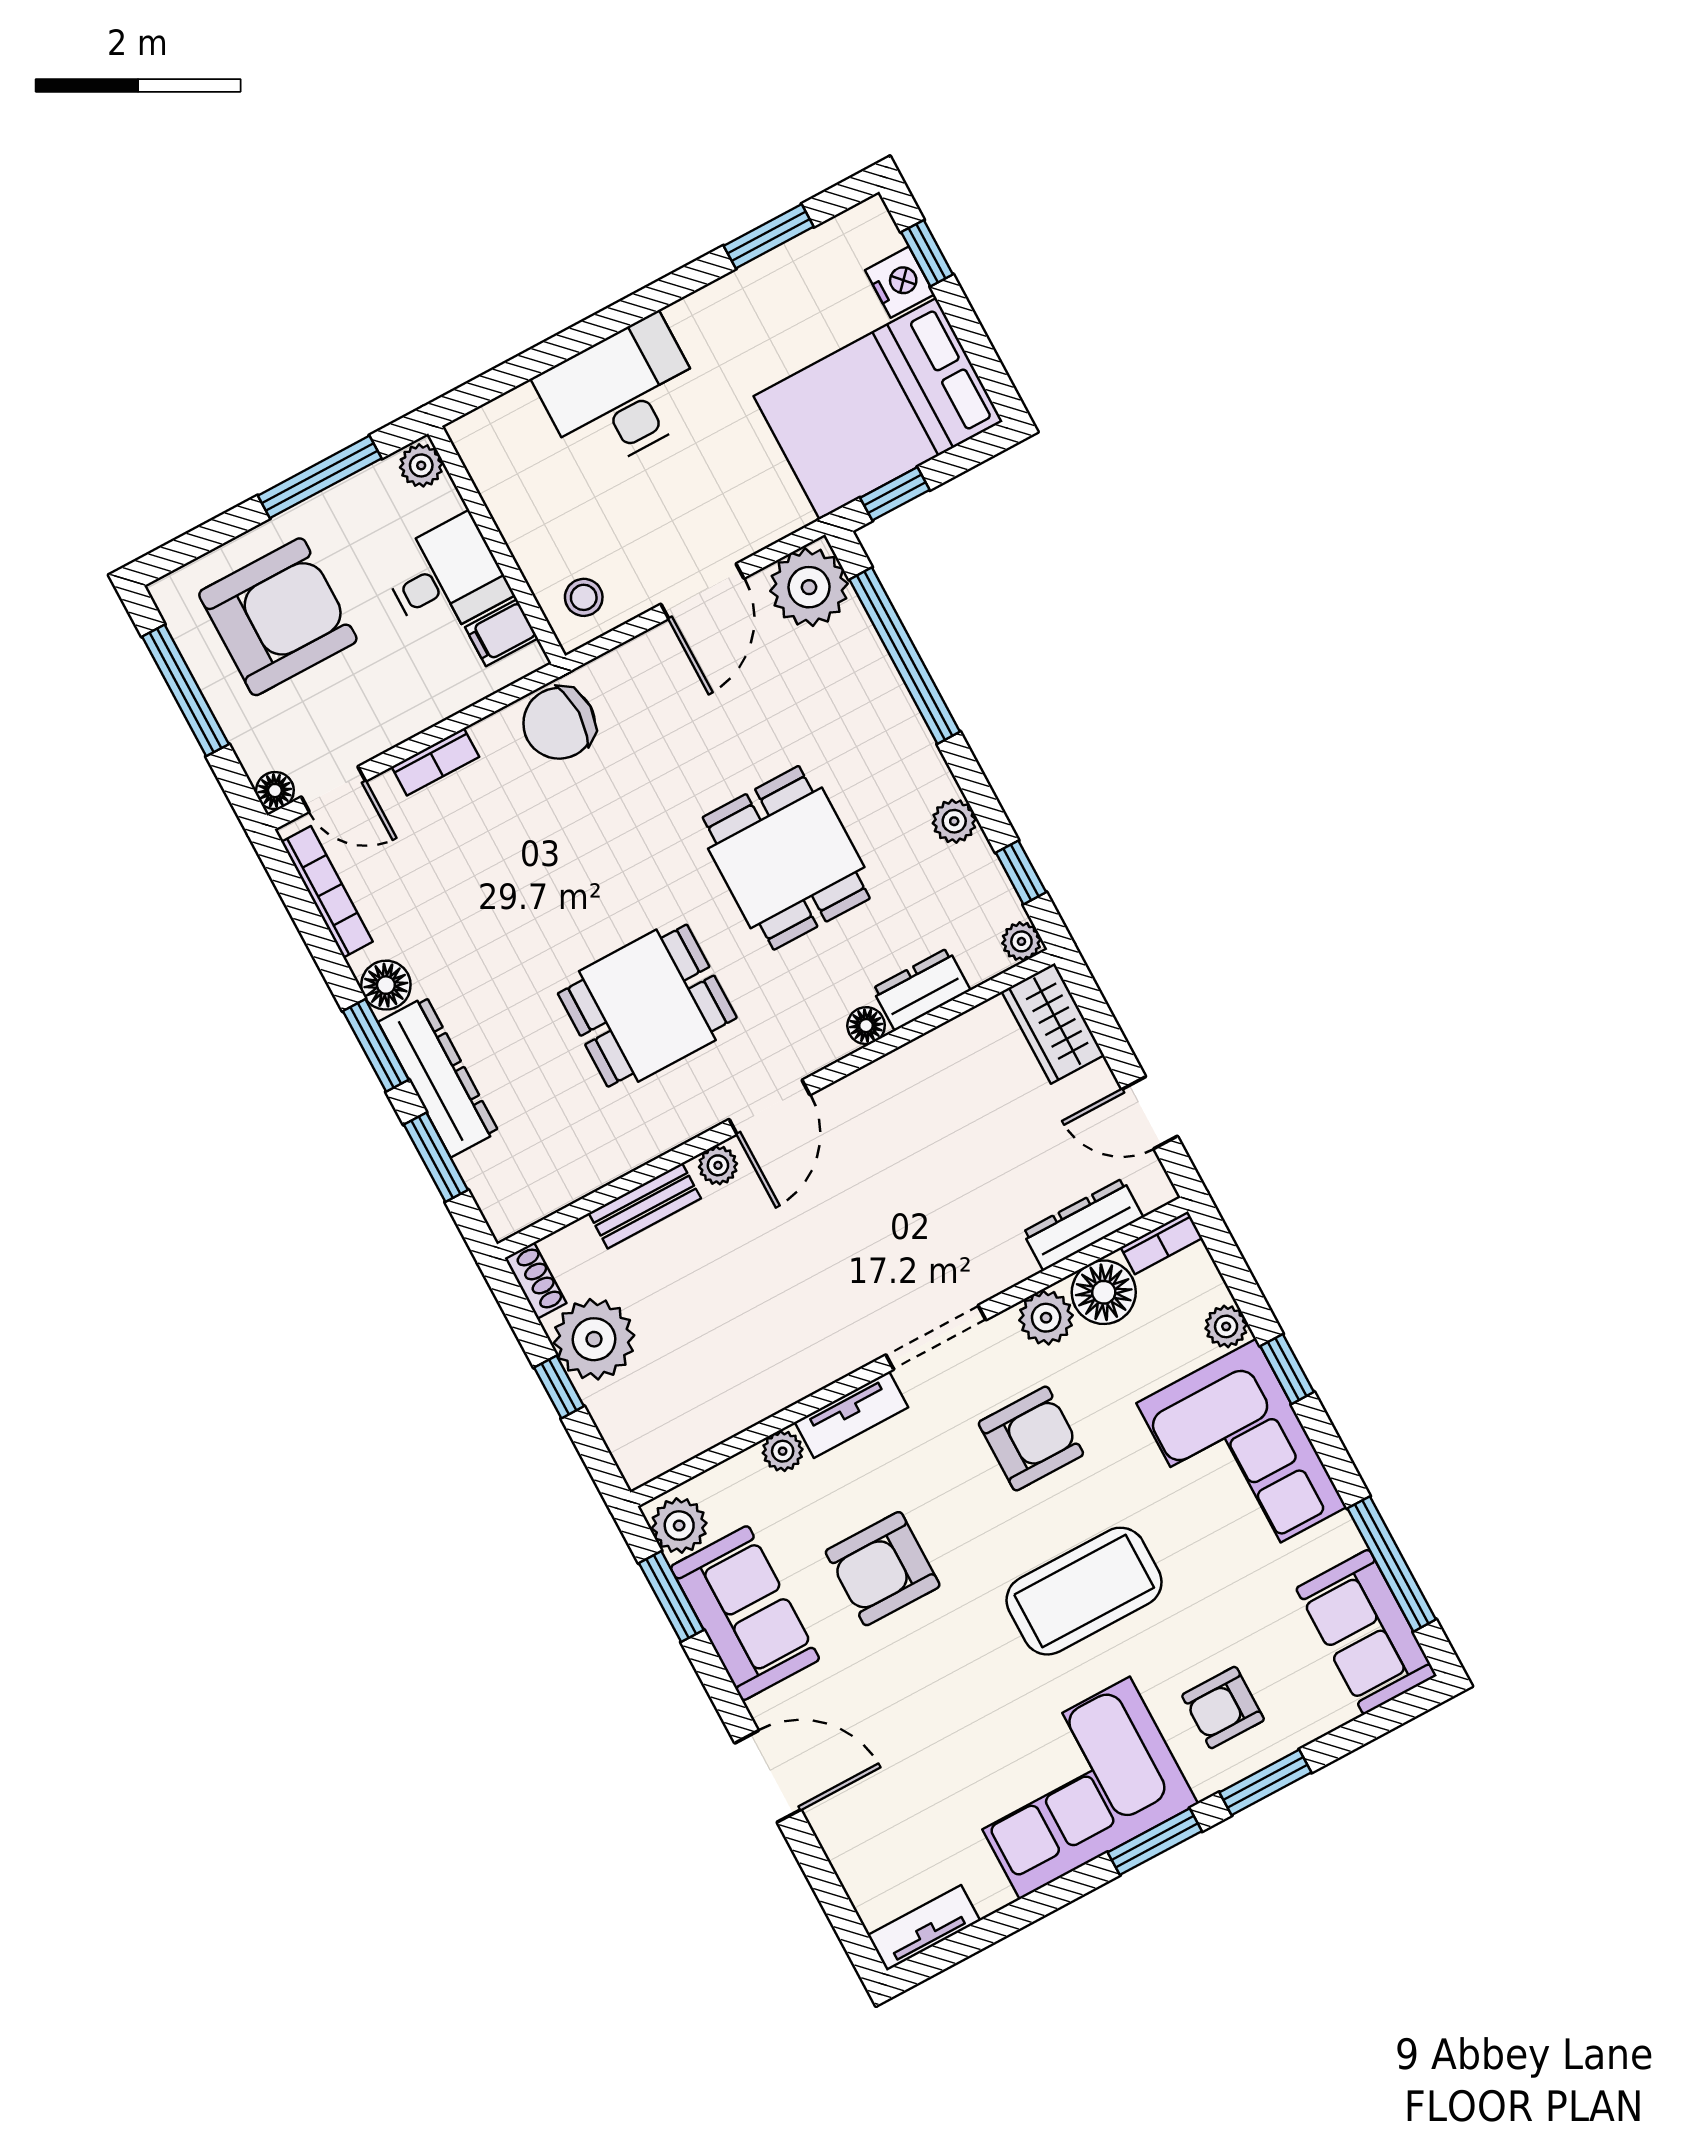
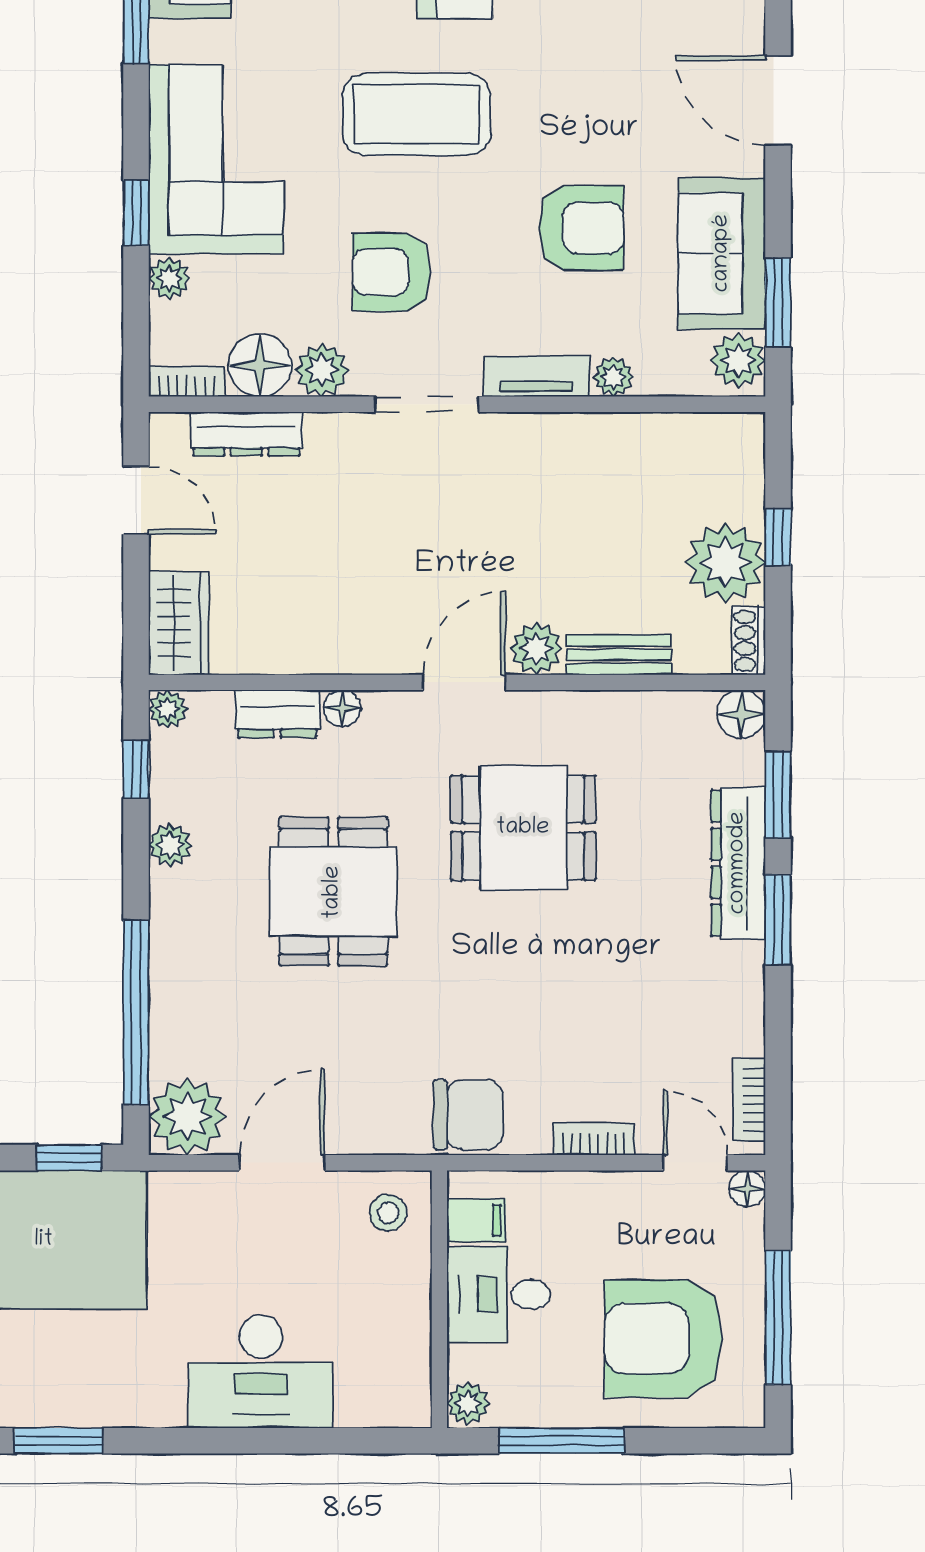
bookcase: (327, 892) -> (749, 1100), width x0.64
floor lamp: (386, 985) -> (741, 714), moved
plant: (718, 1165) -> (536, 649), width x1.38, depth x1.38

